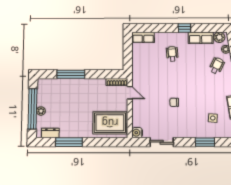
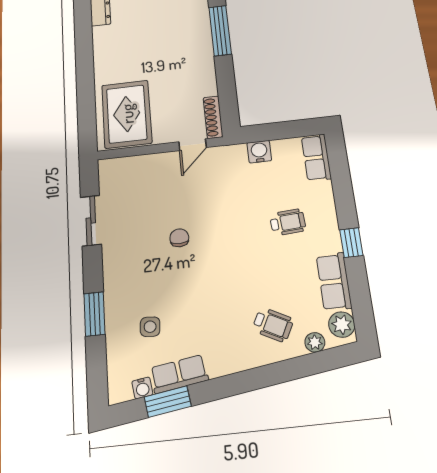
water cooler: (137, 133) -> (259, 152), moved
window: (69, 142) -> (84, 45), removed

